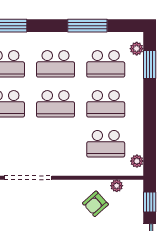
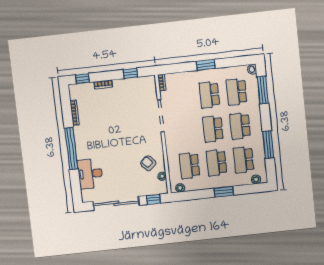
window: (150, 64) -> (224, 192), moved

